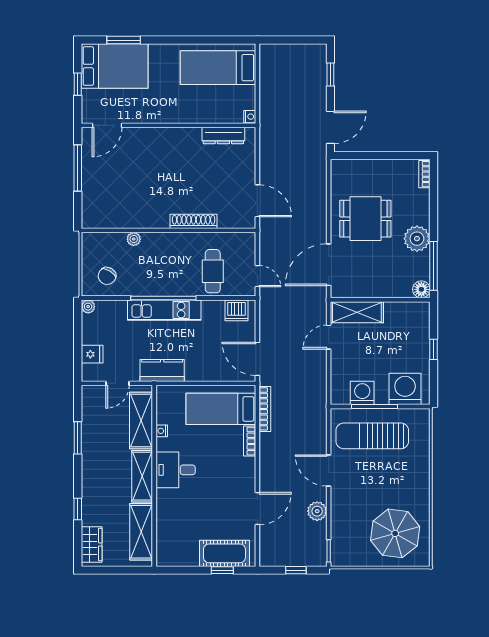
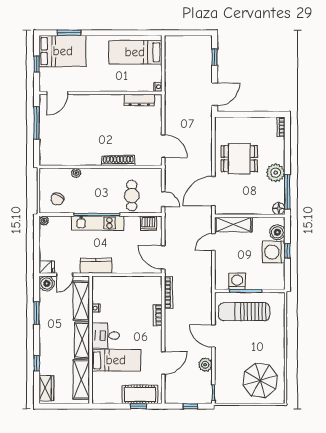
boiler: (419, 323) -> (277, 232), added
fridge: (92, 354) -> (47, 267), moved
washing machine: (405, 389) -> (274, 252), moved, turned -90
boiler: (92, 396) -> (47, 283), added
bed: (221, 409) -> (116, 360), moved, turned 180

